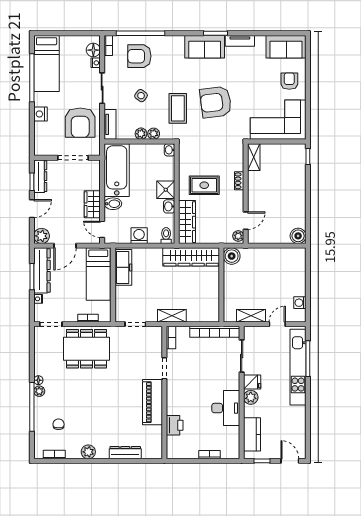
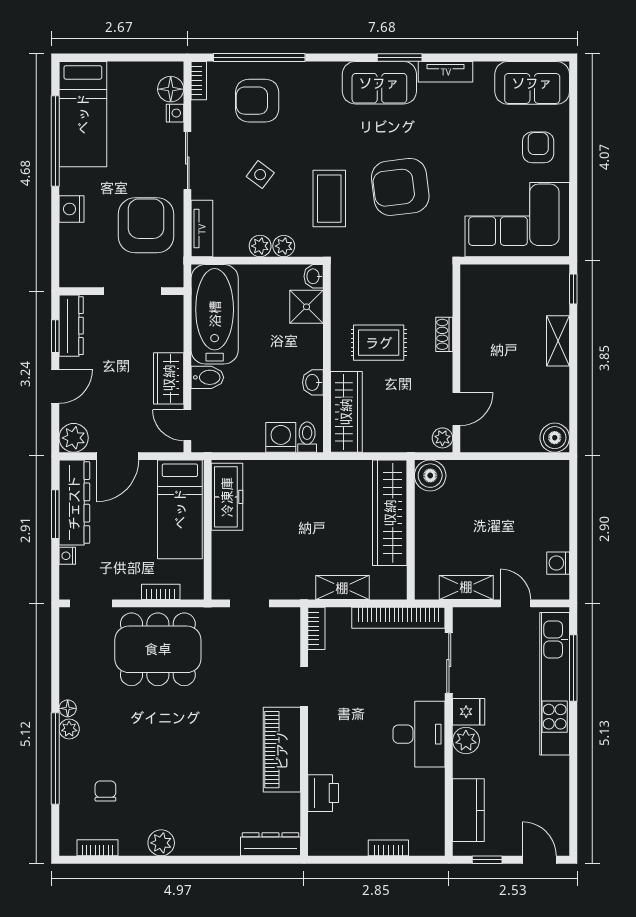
armchair: (80, 123) -> (146, 225), turned 180
shelving: (254, 157) -> (558, 341), moved
shower: (166, 190) -> (306, 307), moved
washing machine: (139, 236) -> (281, 437), moved
wardrobe: (191, 257) -> (390, 513), moved, turned 90
shelving: (172, 316) -> (342, 588), moved
door: (277, 324) -> (516, 603), hinge flipped
desk: (226, 408) -> (419, 734), moved
dresser: (125, 453) -> (270, 844), moved

